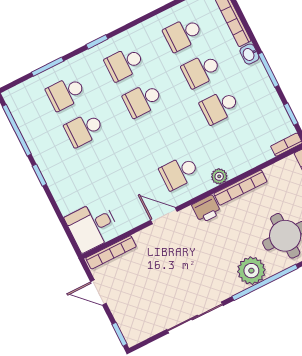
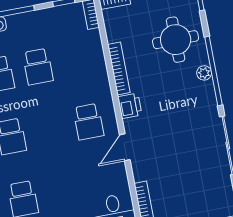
plant: (219, 176) -> (103, 85), removed
plant: (251, 271) -> (204, 73), width x0.53, depth x0.53

